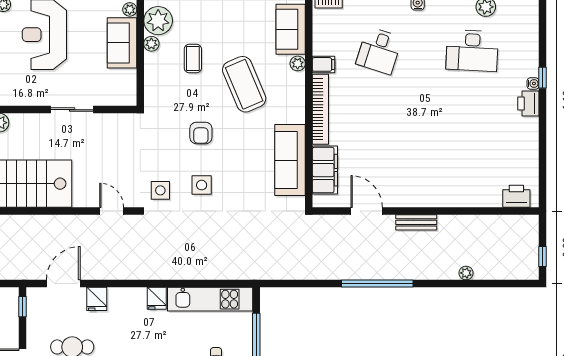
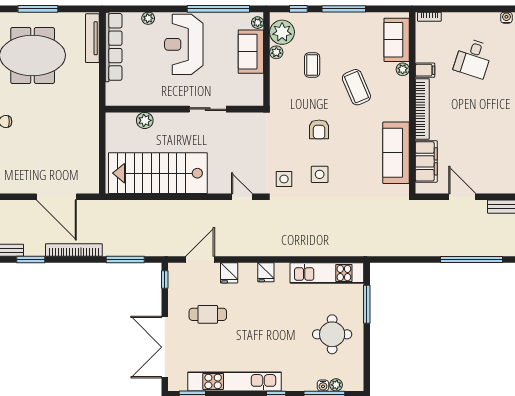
coffee table: (244, 84) -> (356, 87), width x0.73, depth x0.76
fridge: (157, 298) -> (266, 272), moved

